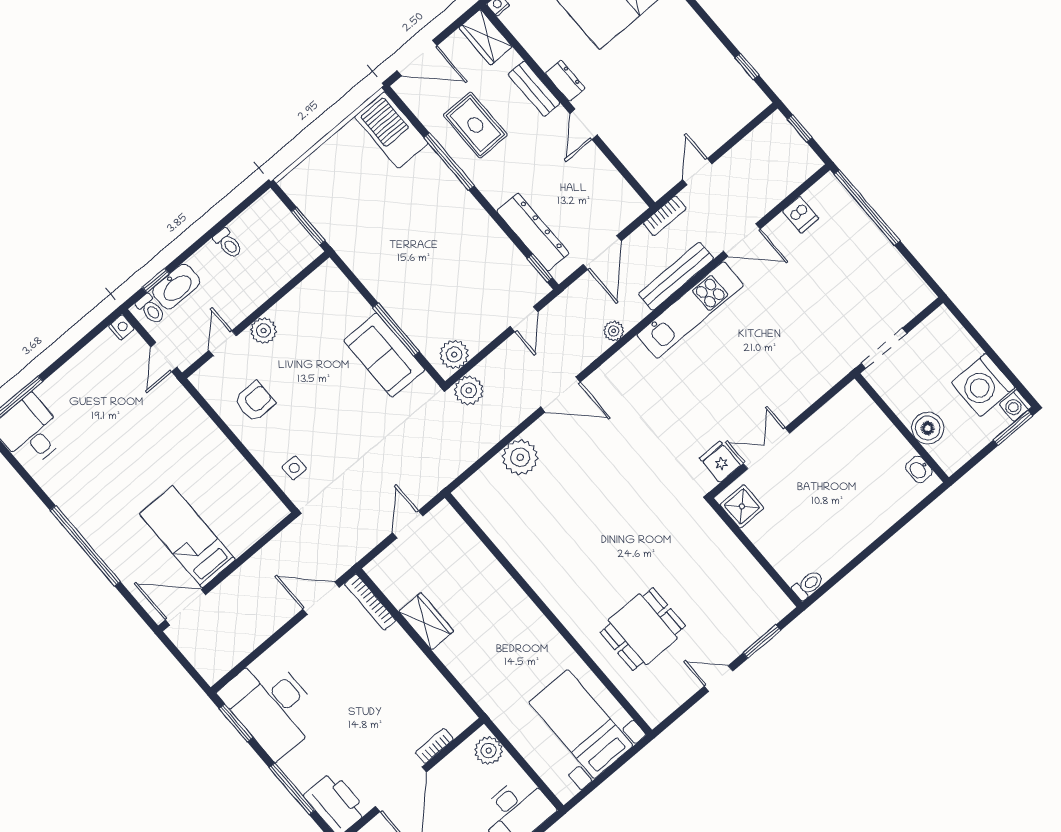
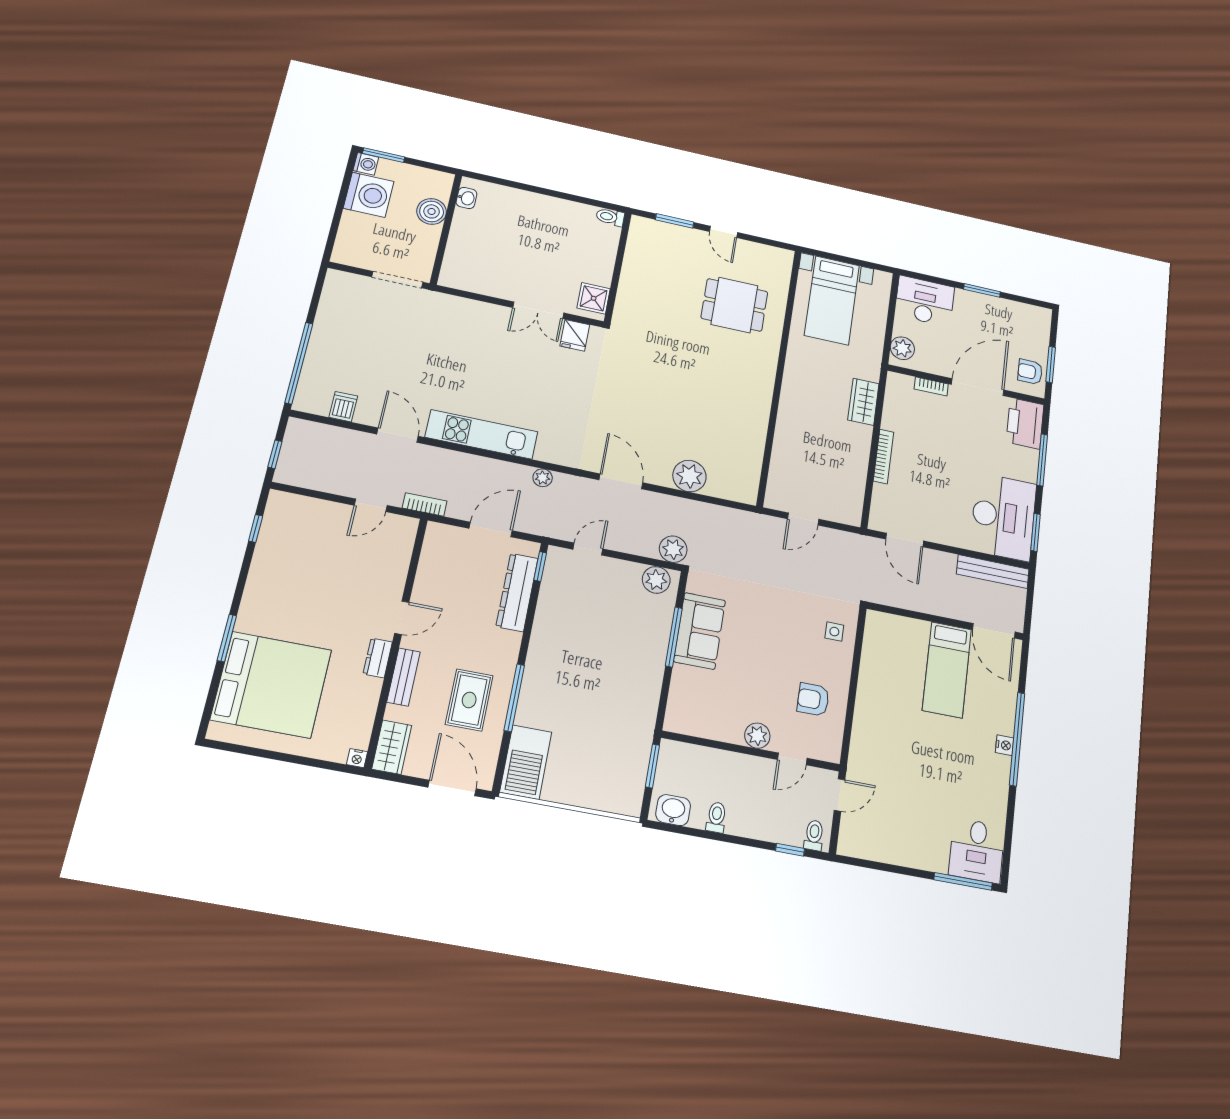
bench: (676, 276) -> (993, 572), moved
washbasin: (176, 287) -> (673, 810), moved, width x0.72
nightstand: (121, 327) -> (1005, 745), moved, turned 180
bookcase: (370, 602) -> (883, 457), moved
wardrobe: (426, 621) -> (863, 402), moved

